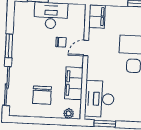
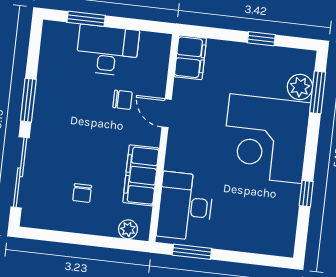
door: (86, 48) -> (167, 113), hinge flipped
chair: (42, 95) -> (82, 193), width x0.54, depth x0.54

